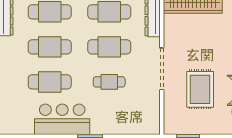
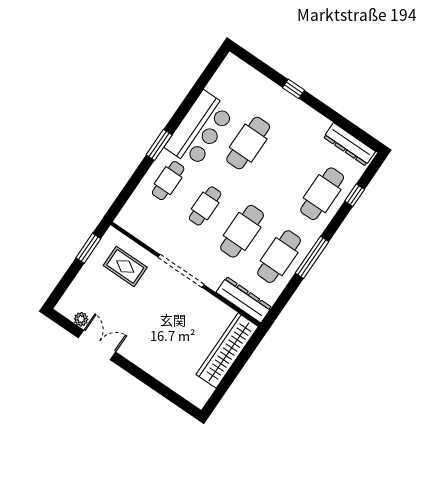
cafe table: (50, 47) -> (168, 181), moved, width x0.73, depth x0.74
rug: (200, 89) -> (125, 266), moved, width x0.73, depth x0.70

